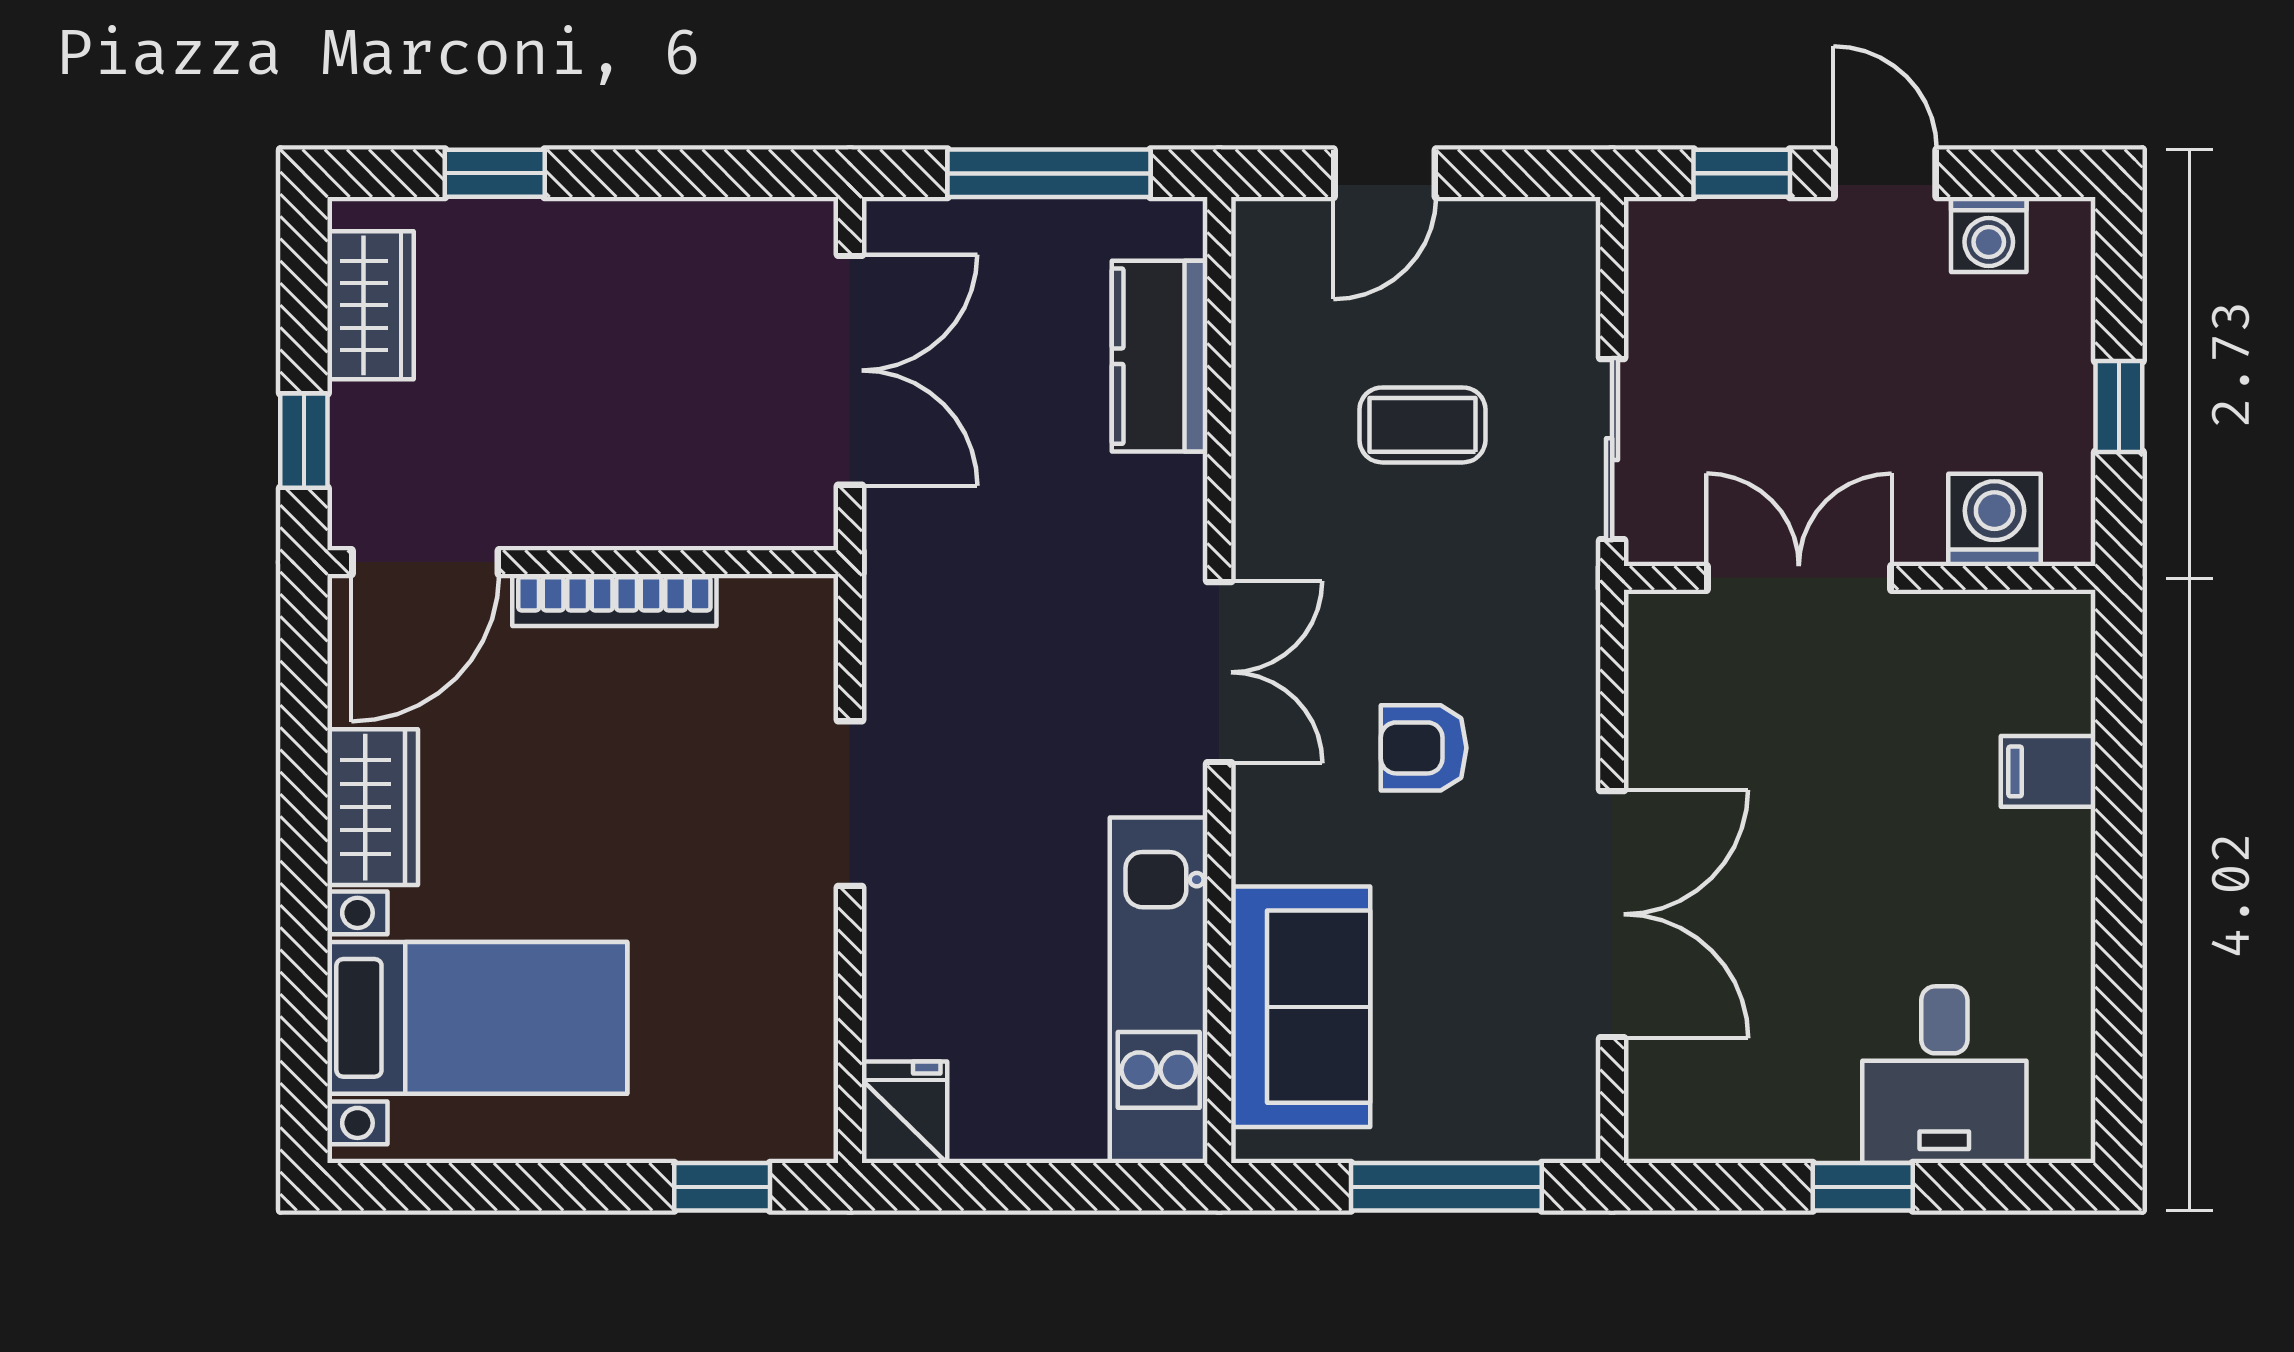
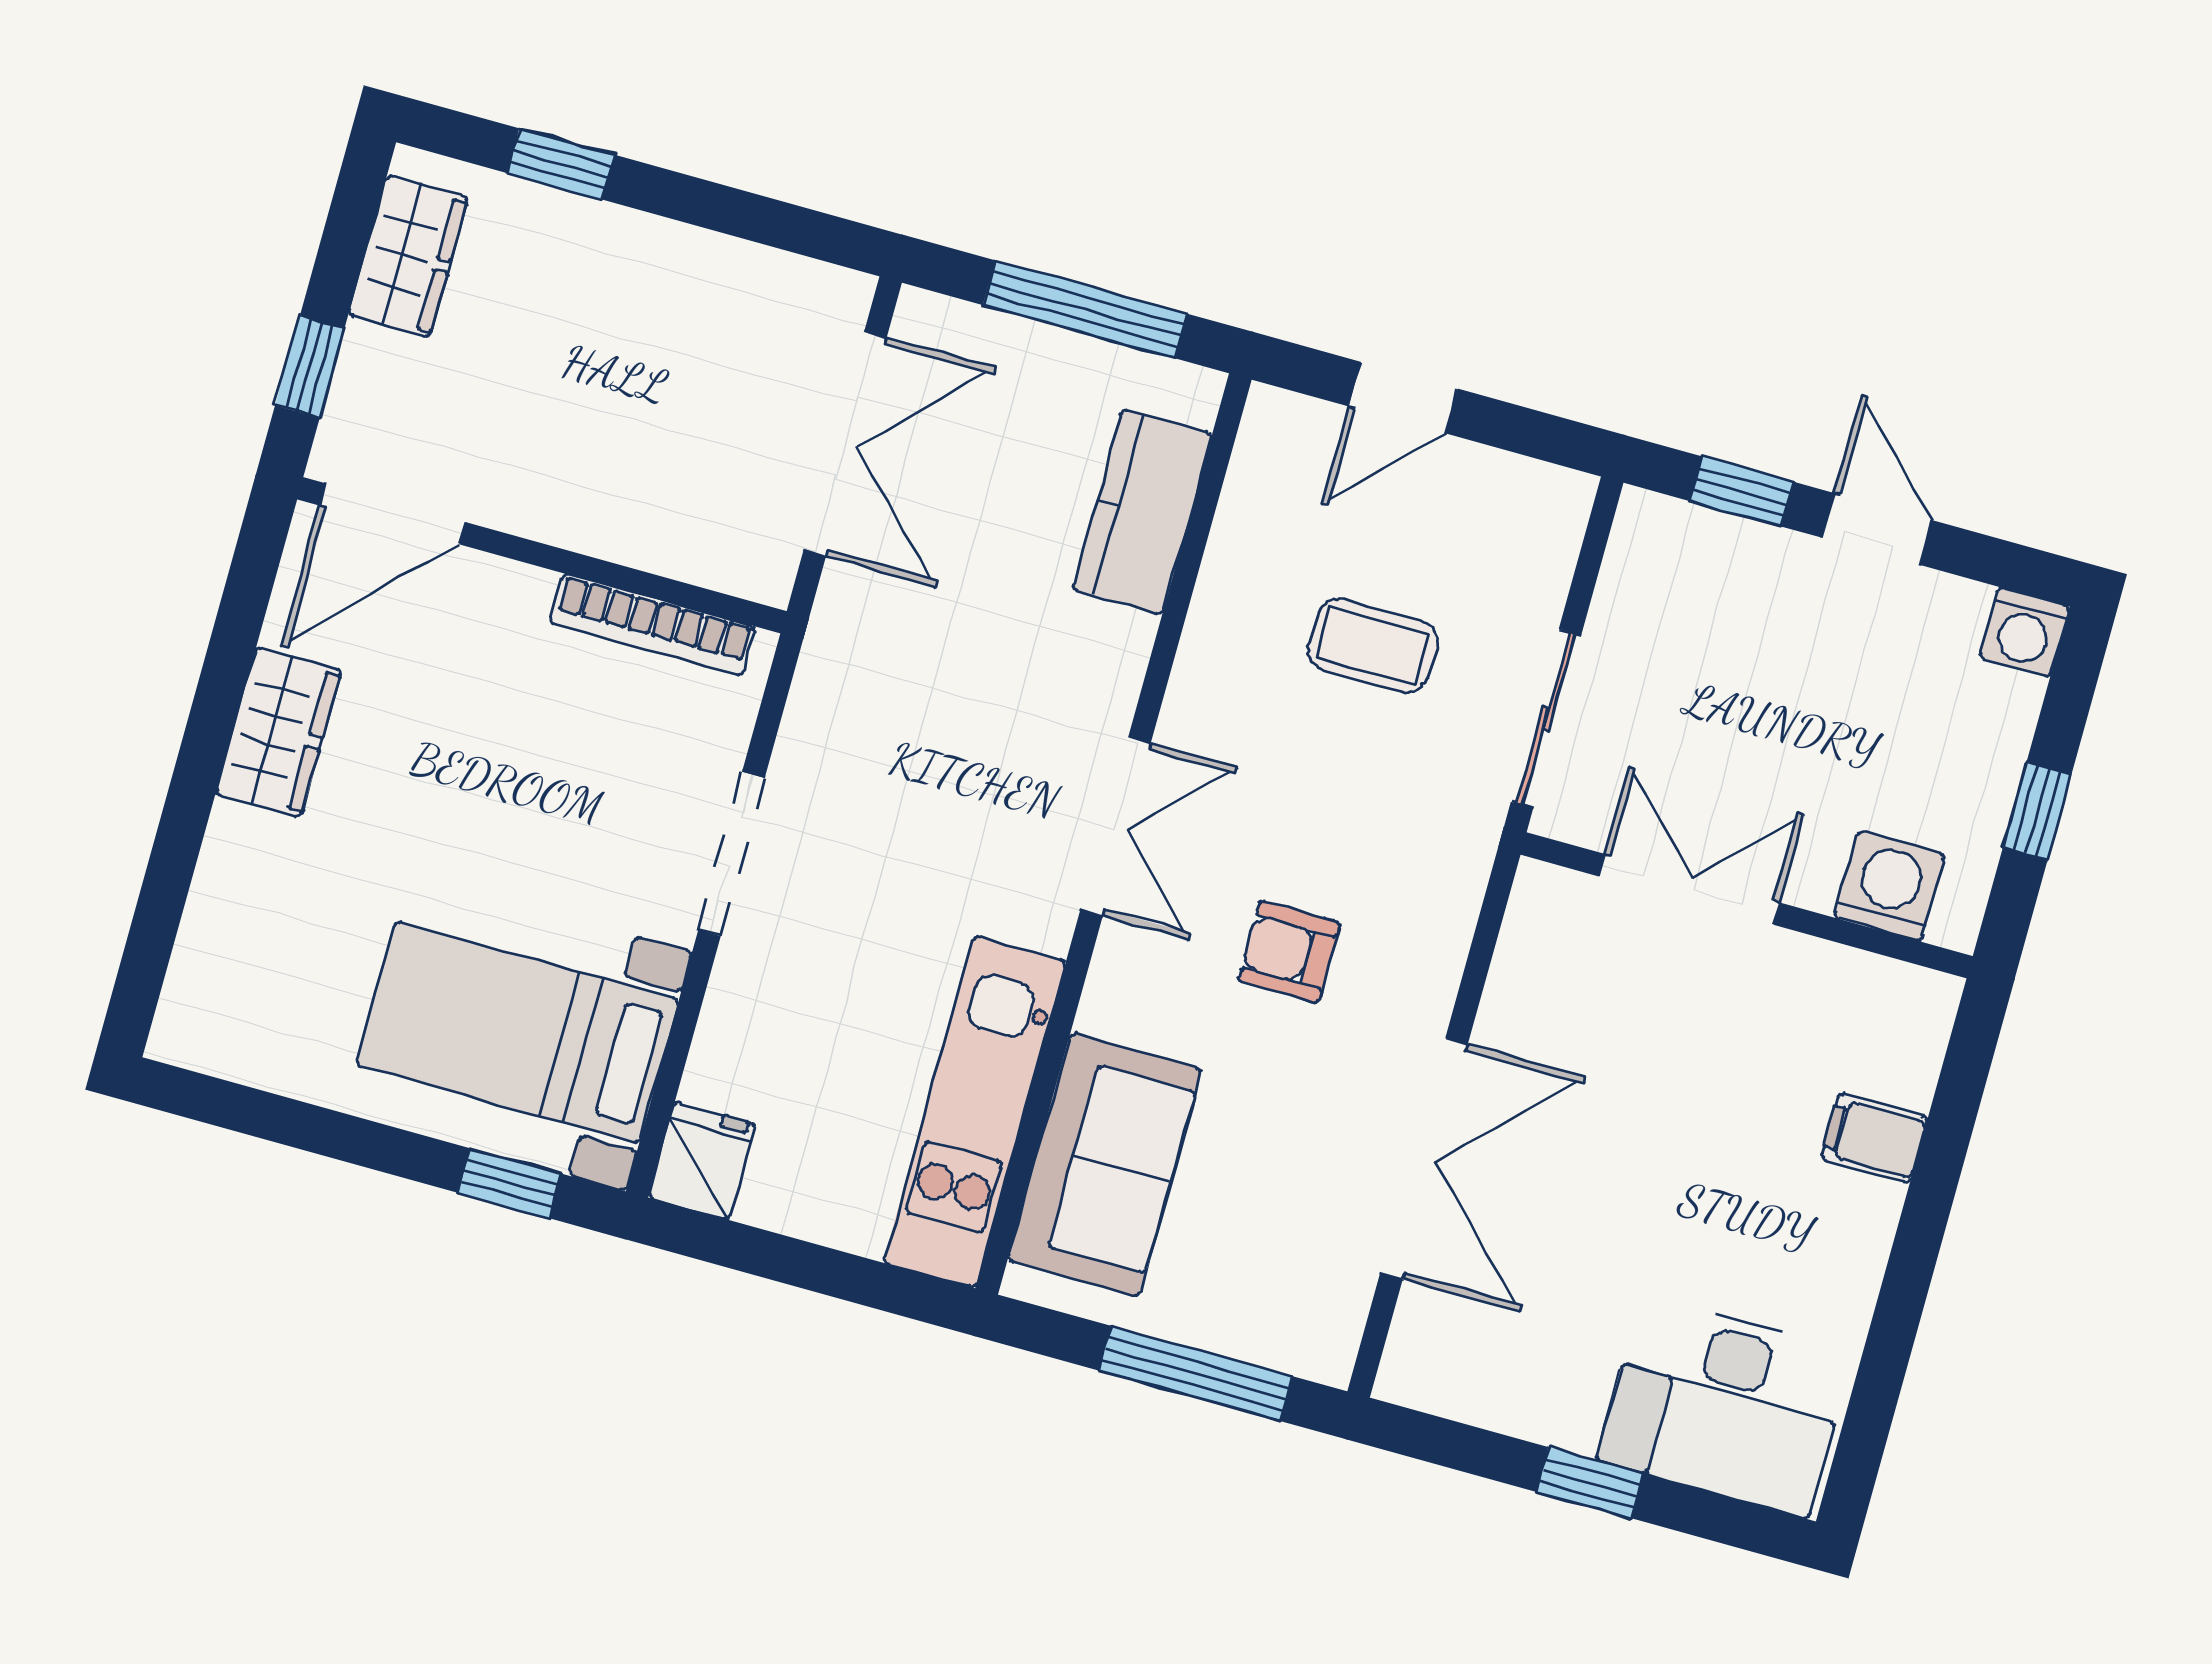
washing machine: (1989, 234) -> (2024, 632), moved
bookcase: (614, 600) -> (653, 625), moved
bed with nightstands: (477, 1018) -> (517, 1032), moved, turned 180
desk: (1944, 1075) -> (1725, 1406), width x1.37

